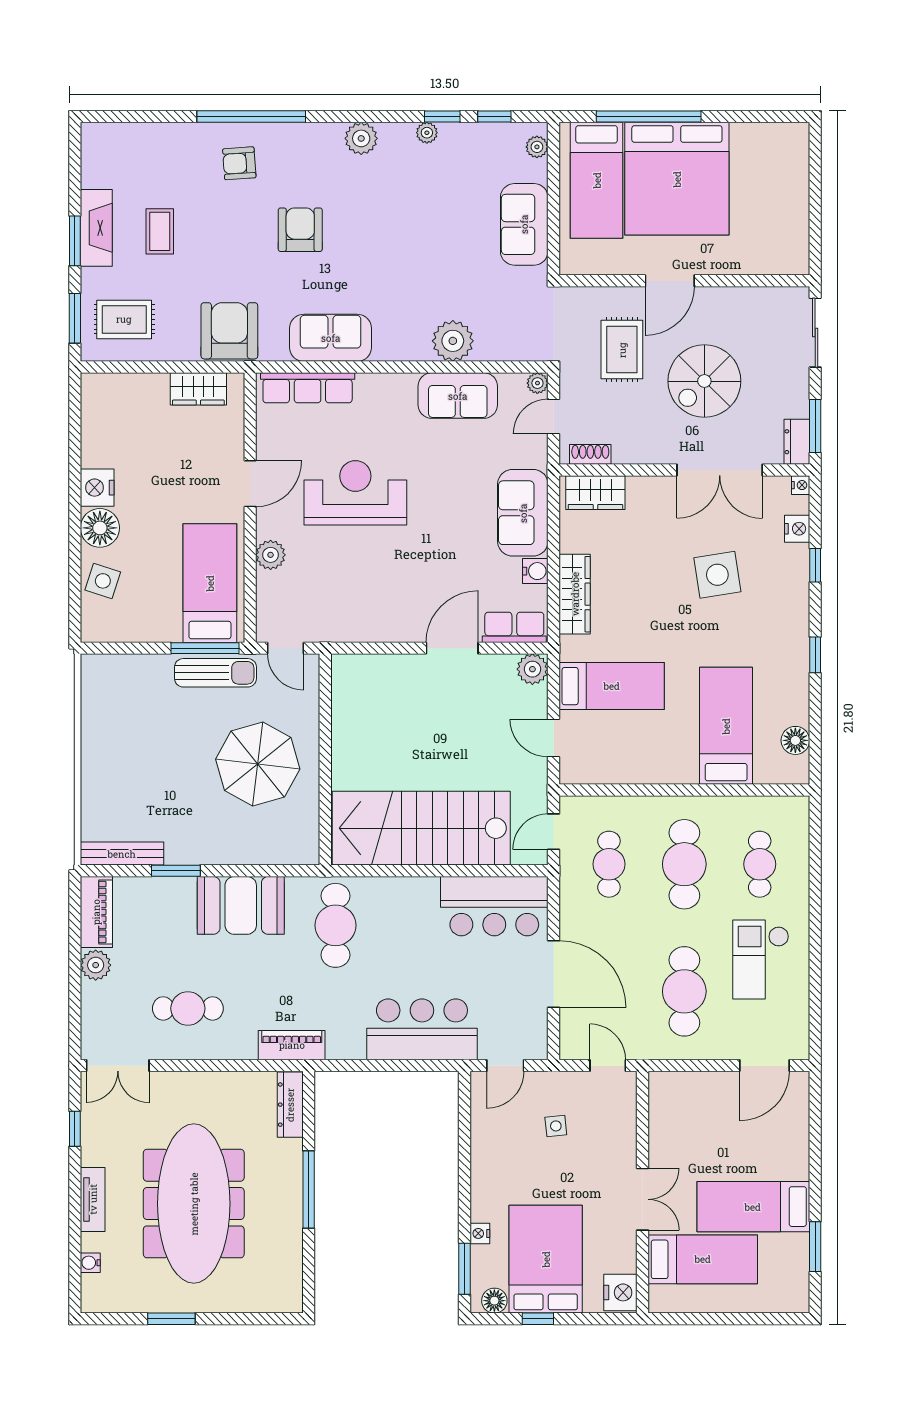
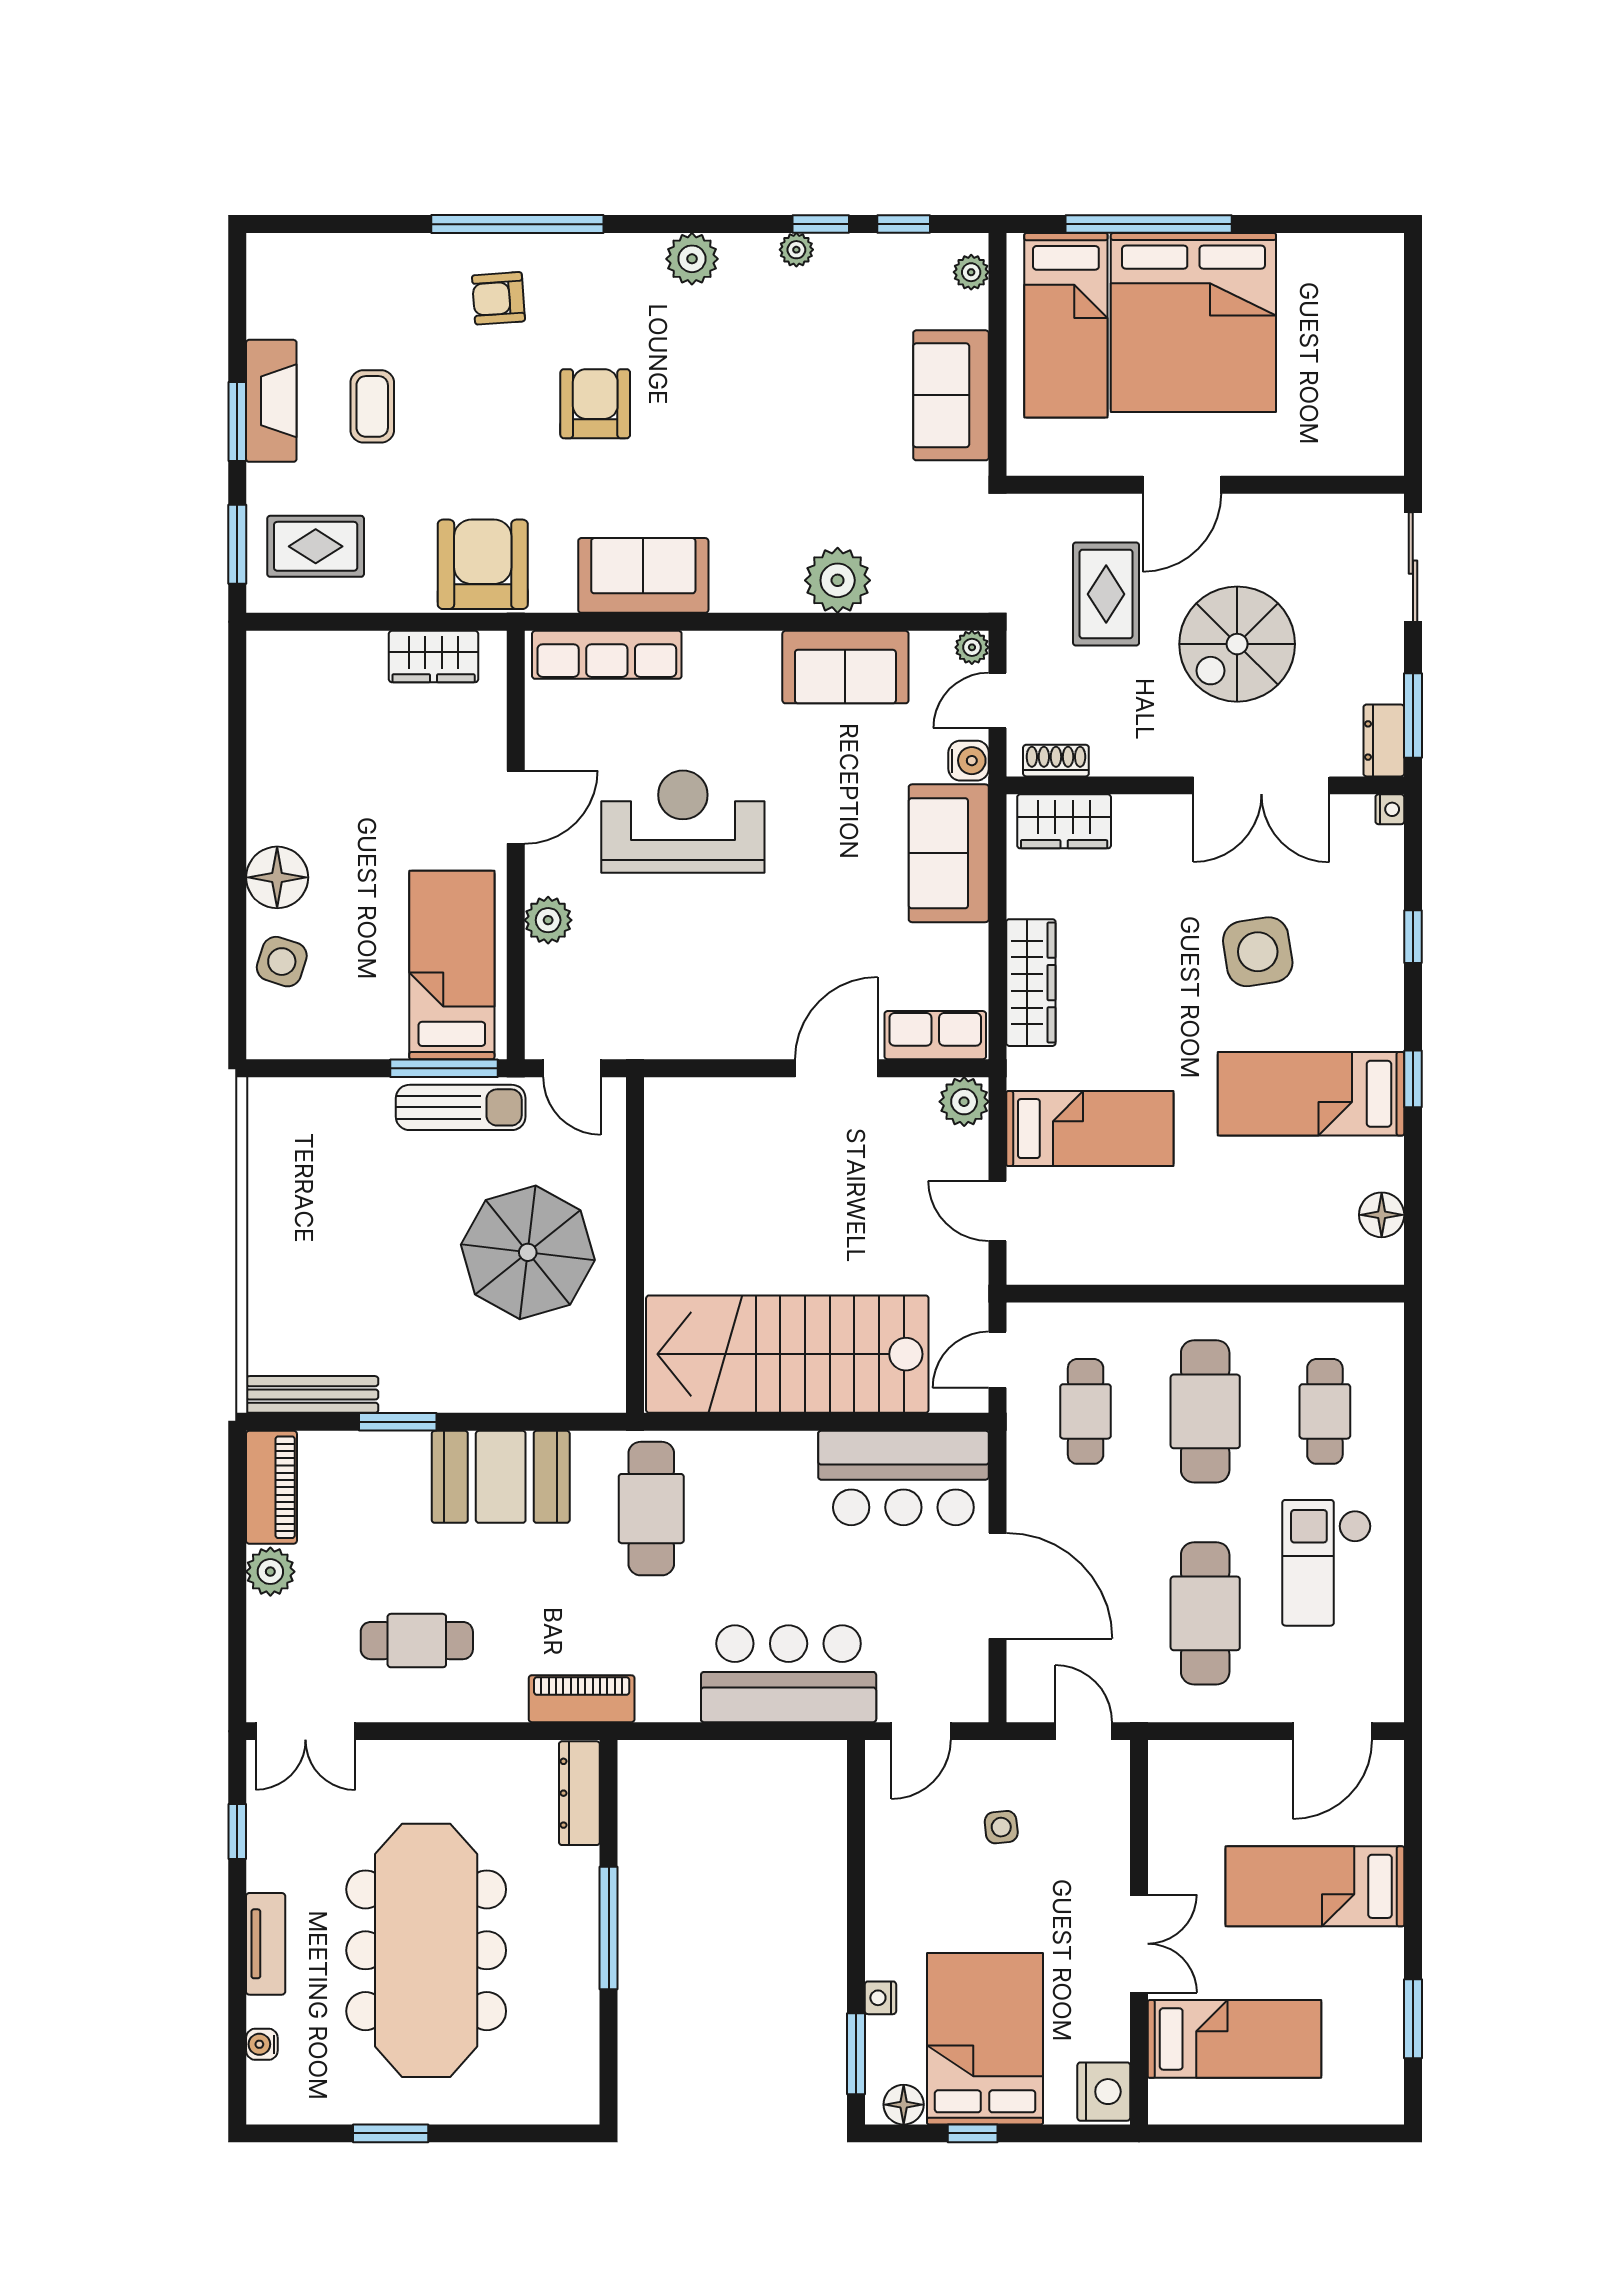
nightstand: (97, 488) -> (273, 813), removed
nightstand: (797, 529) -> (1384, 879), removed
water cooler: (535, 571) -> (969, 761), moved
bed: (726, 726) -> (1311, 1094), moved, turned -90
bed: (753, 1207) -> (1315, 1886), moved

